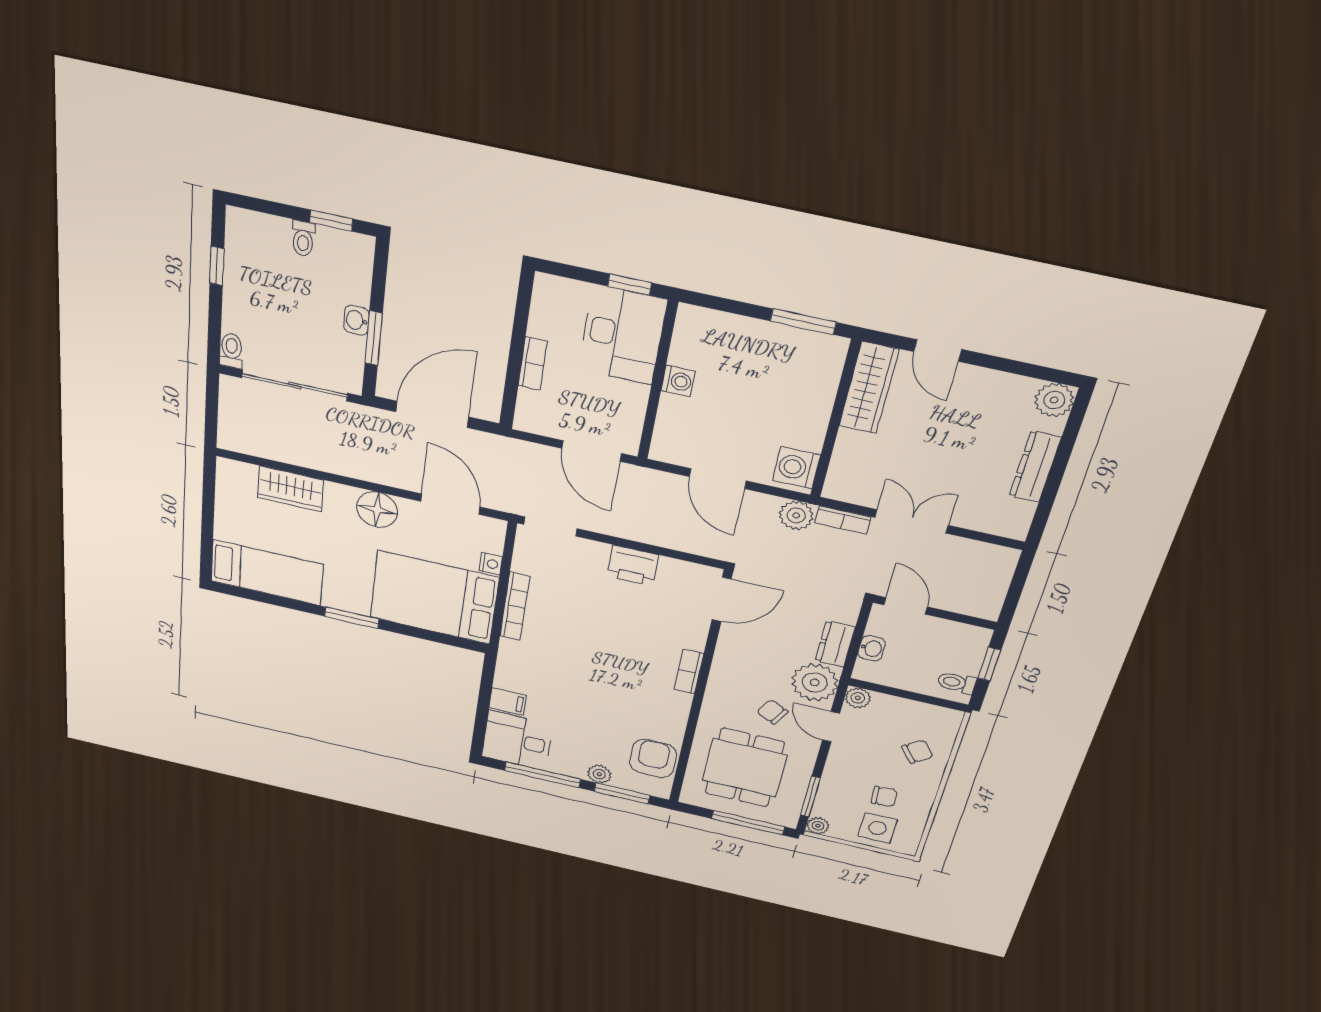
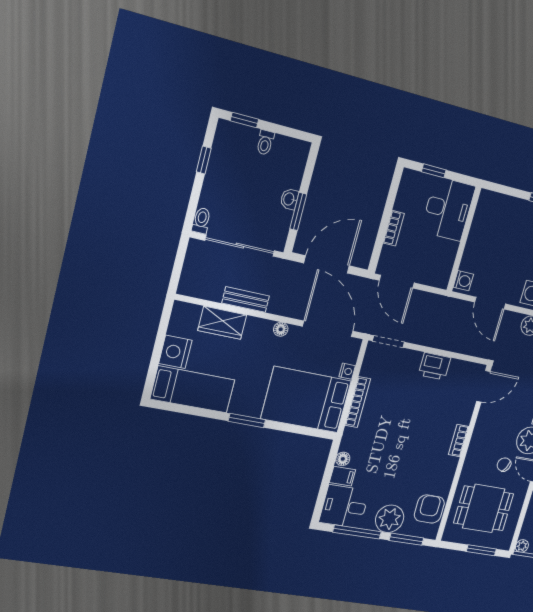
window: (331, 221) -> (244, 120), moved
window: (630, 285) -> (434, 171), moved
washing machine: (678, 381) -> (463, 281), moved
door: (592, 451) -> (397, 282), moved
bench: (318, 459) -> (246, 300), added
door: (450, 504) -> (328, 329), width x1.36
floor lamp: (377, 510) -> (281, 329), width x0.53, depth x0.53
nightstand: (233, 523) -> (175, 352), added
floor lamp: (504, 679) -> (343, 459), added
dining table: (745, 768) -> (484, 508), turned 90
plant: (599, 774) -> (390, 519), width x1.88, depth x1.88
window: (810, 797) -> (520, 525), removed
window: (748, 823) -> (481, 550), width x0.69

